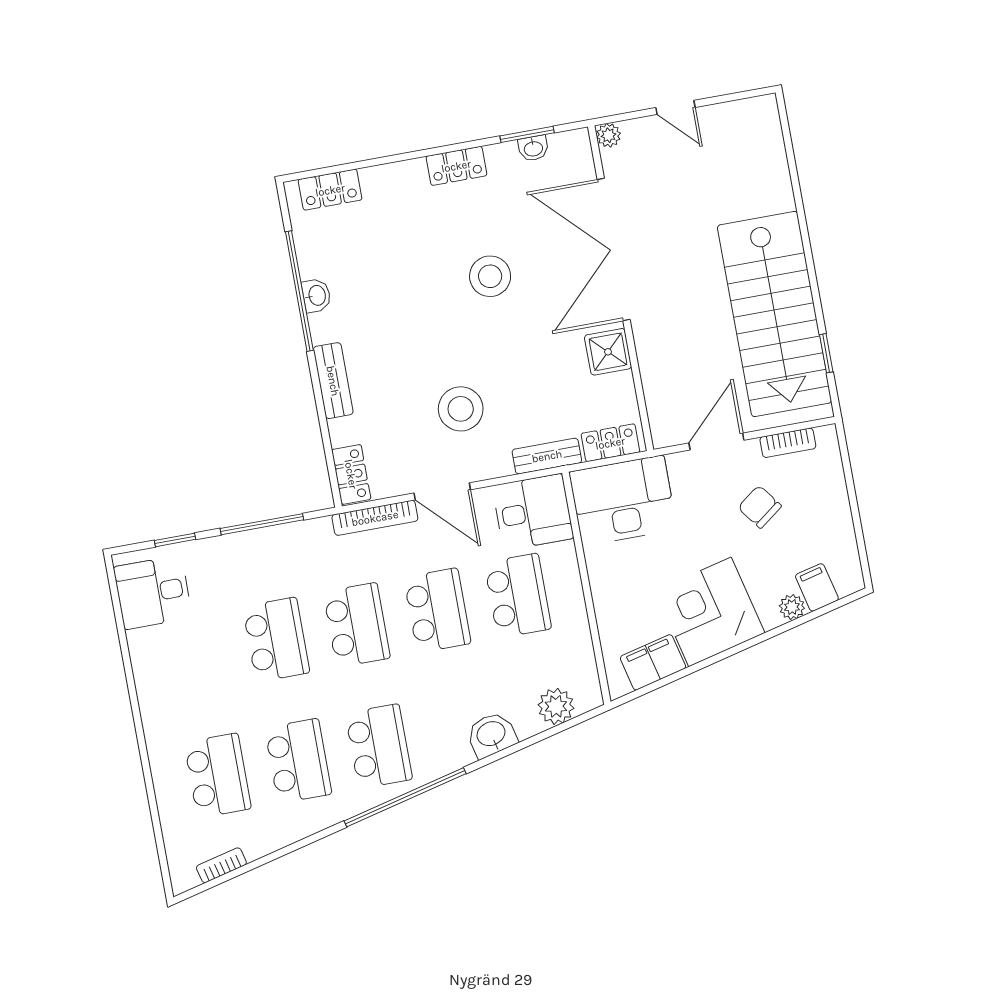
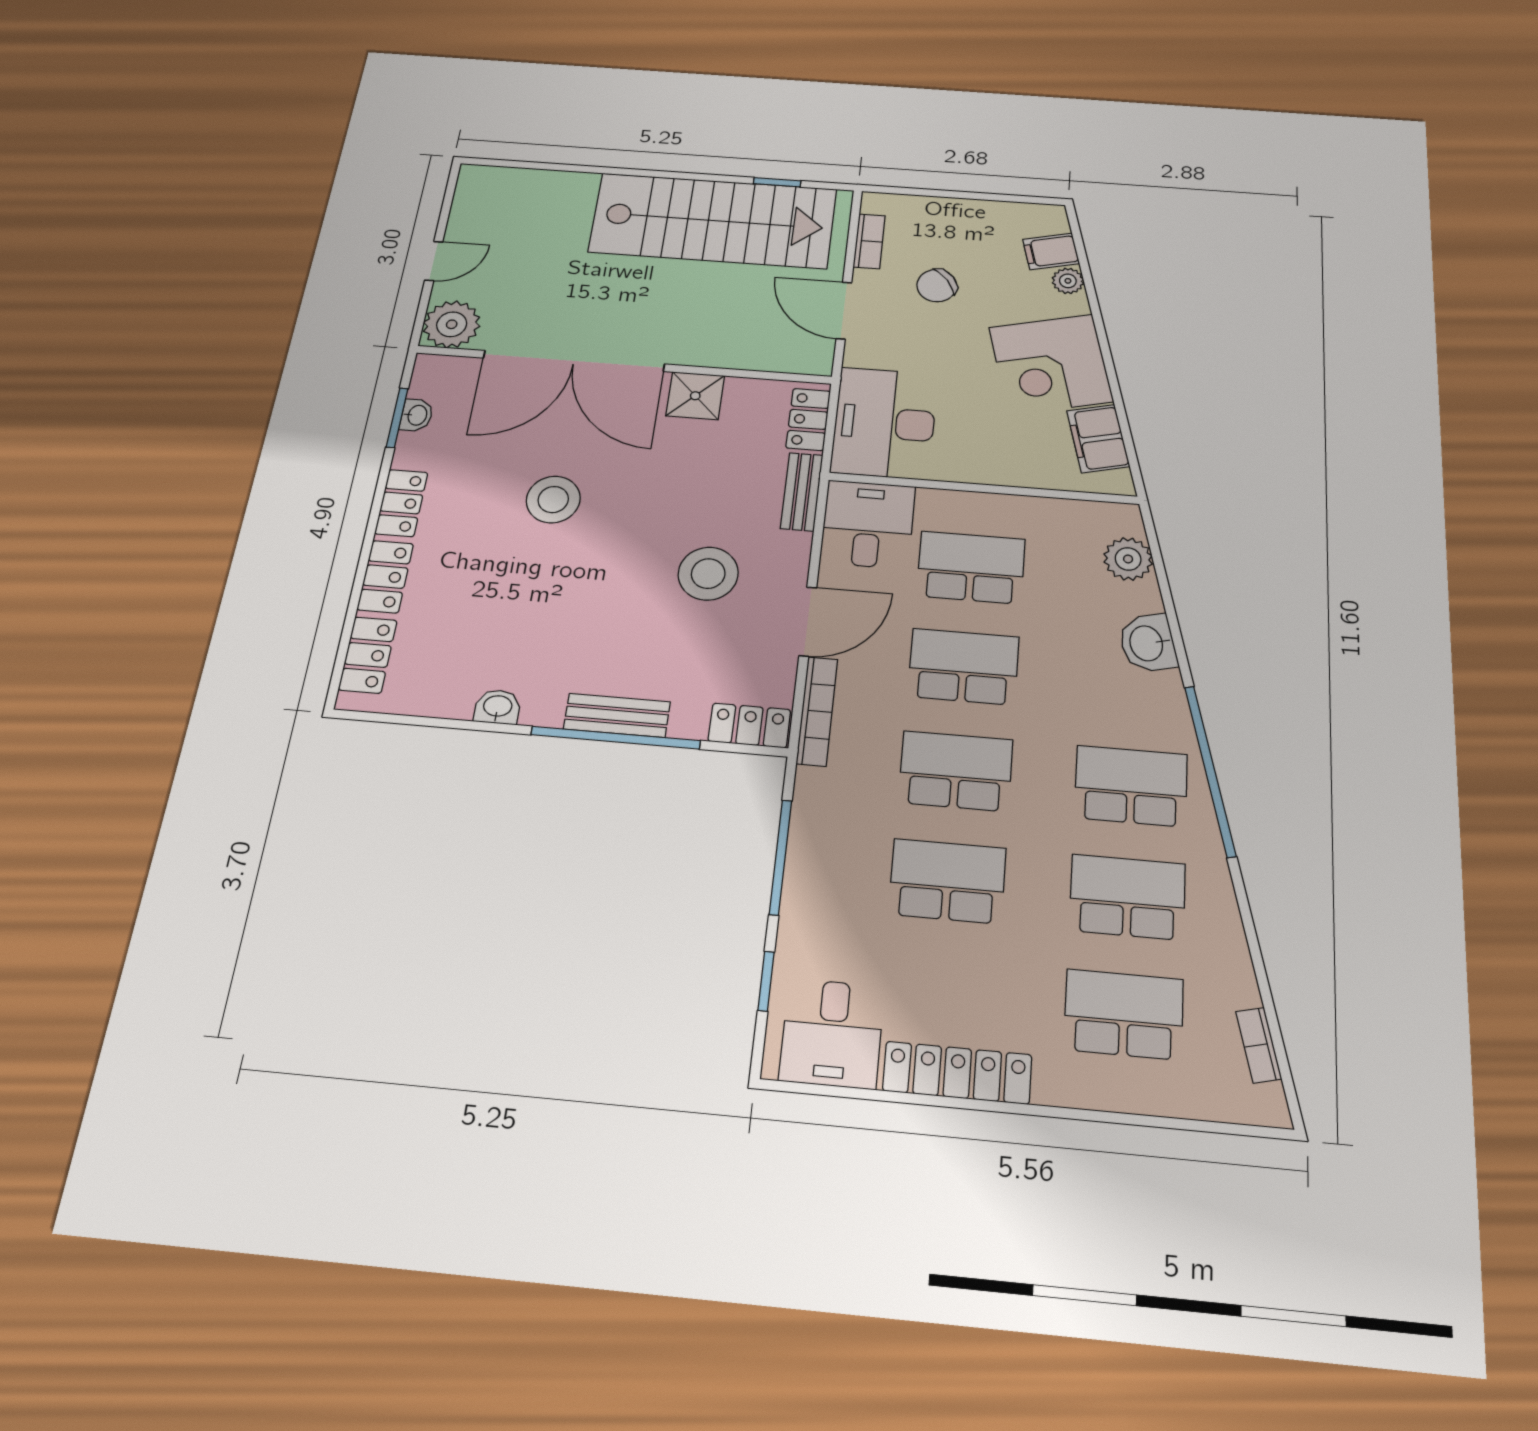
plant: (609, 135) -> (452, 324), width x1.88, depth x1.88
locker: (394, 178) -> (385, 577), added
window: (299, 291) -> (616, 738), moved
locker: (150, 679) -> (957, 1073), added

